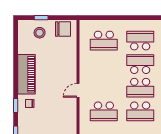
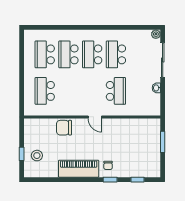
chair: (63, 29) -> (64, 128), moved, turned -90
school desk: (104, 41) -> (45, 91), turned 180
school desk: (140, 88) -> (92, 54), turned 180
school desk: (140, 111) -> (116, 54), turned 180

